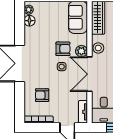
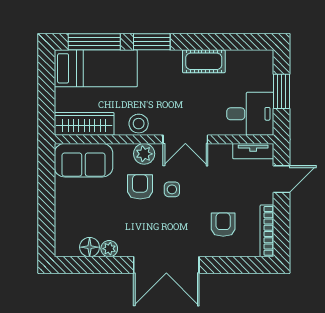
plant: (29, 10) -> (109, 249), moved
double door: (89, 74) -> (185, 139), width x0.73
armchair: (42, 95) -> (223, 225), turned 180

